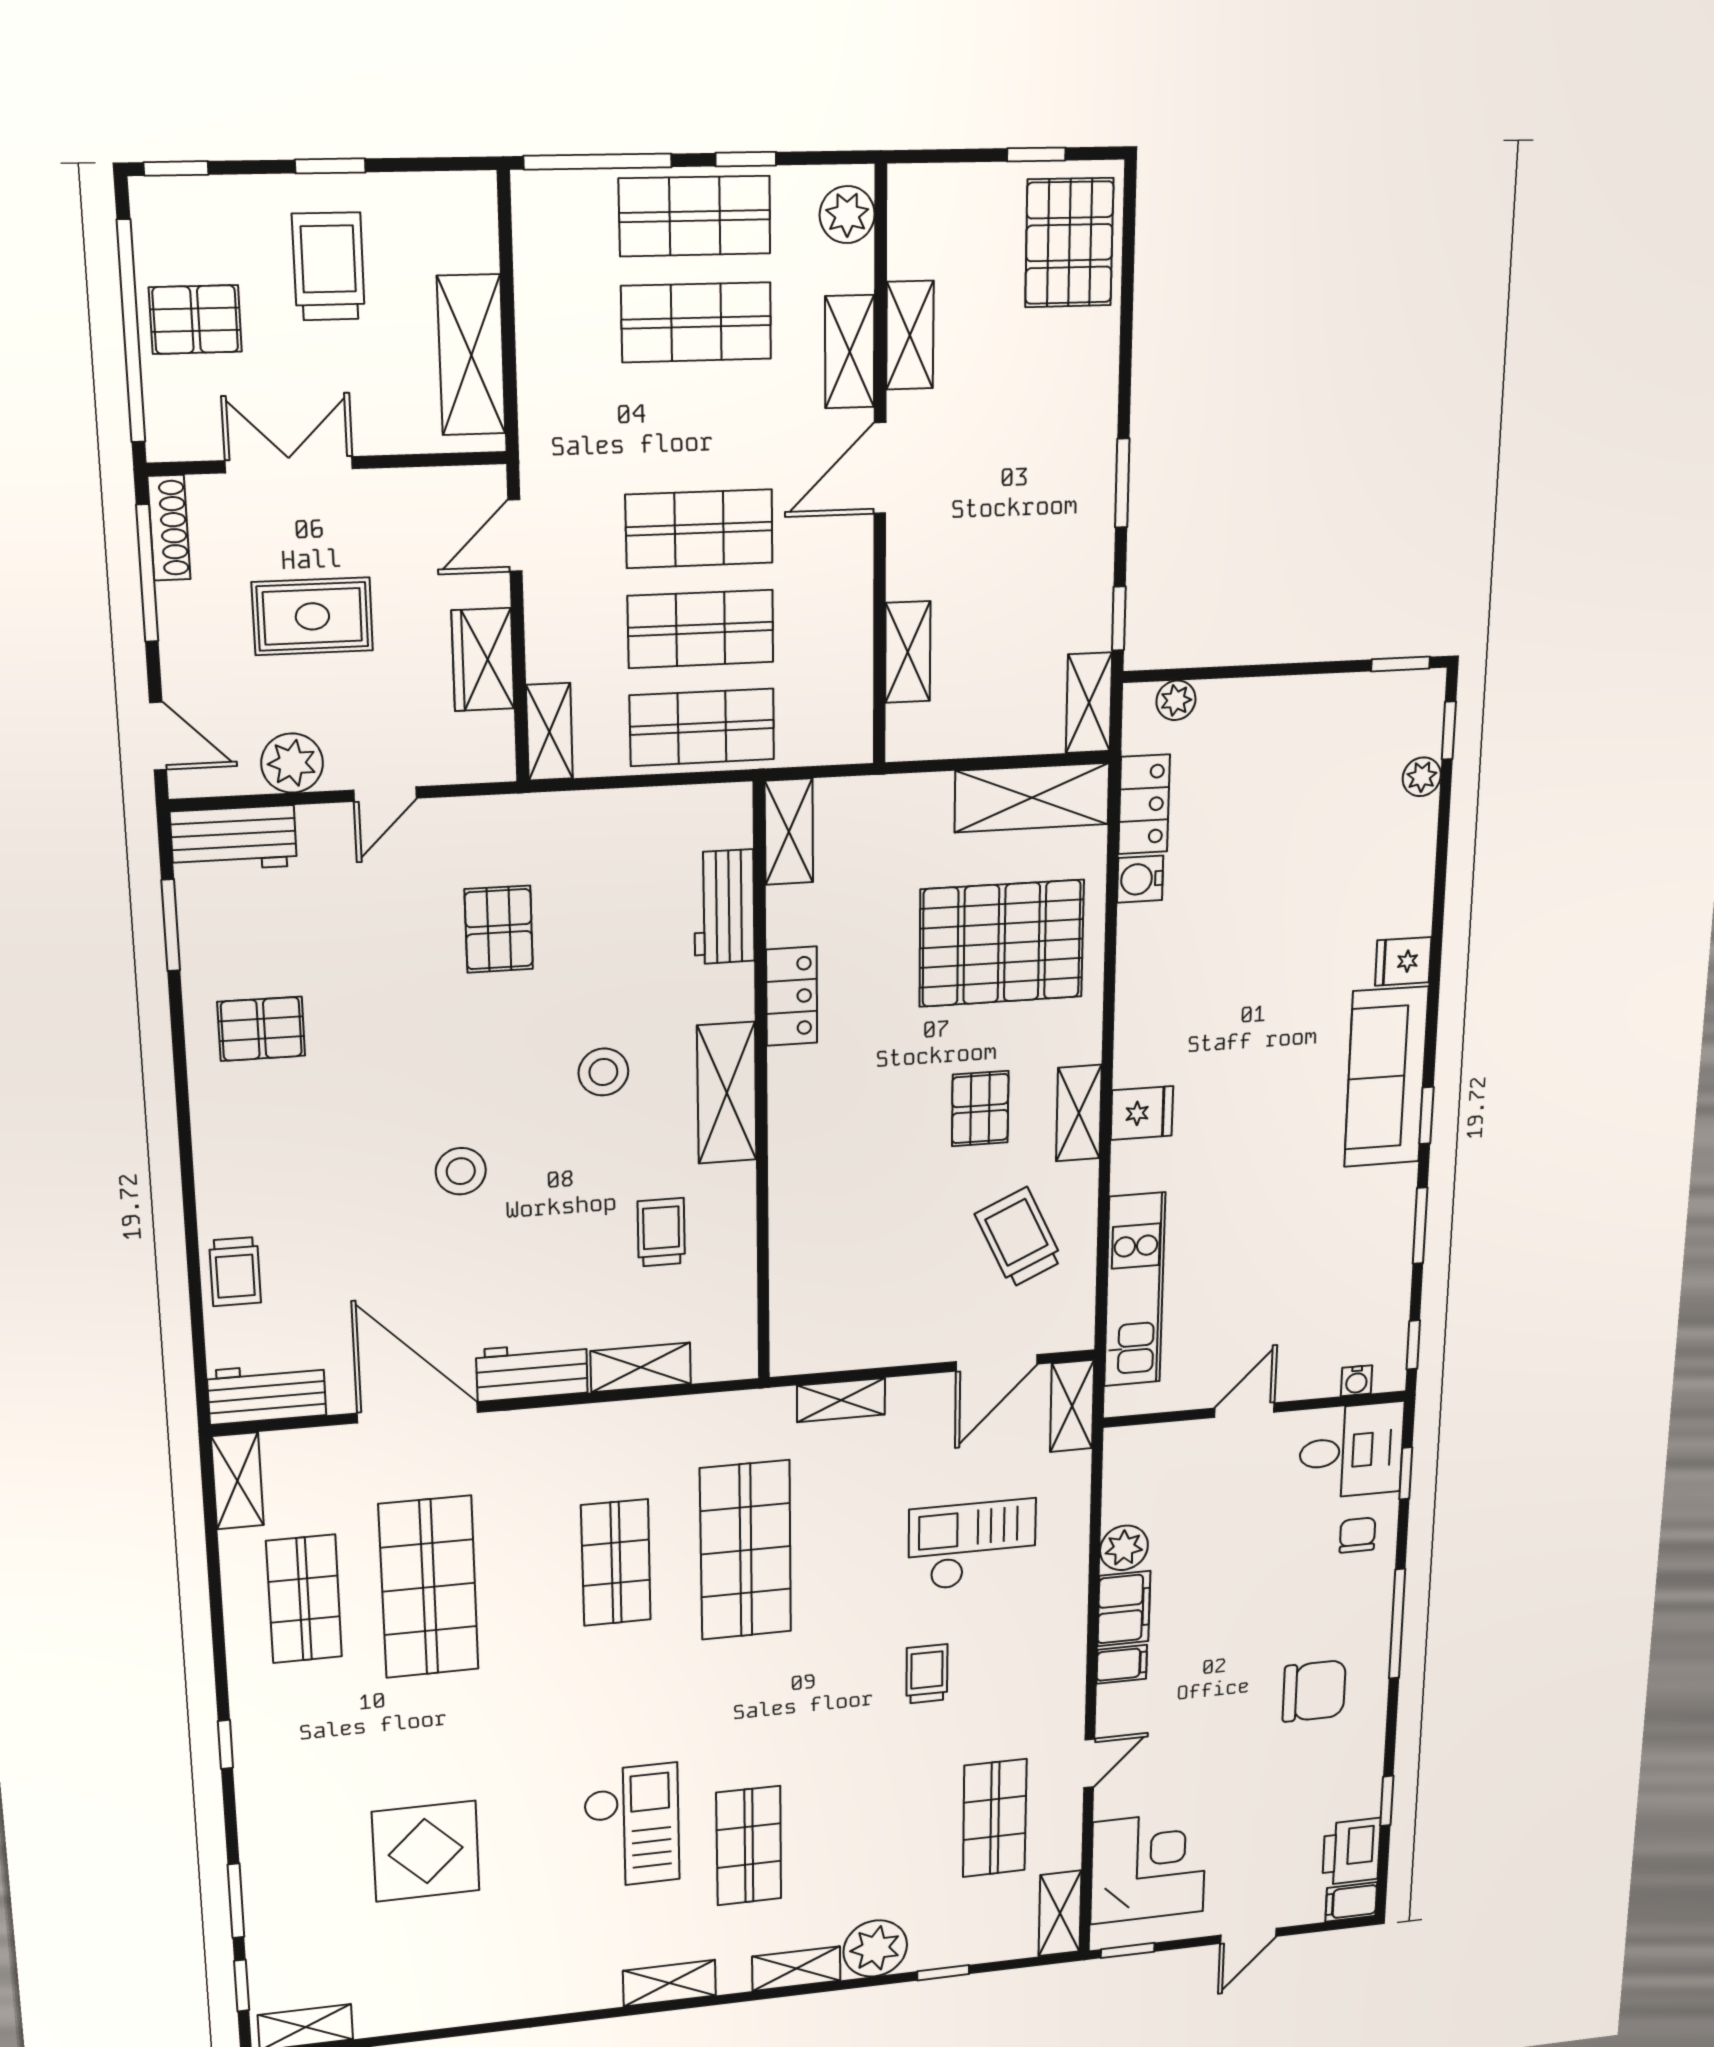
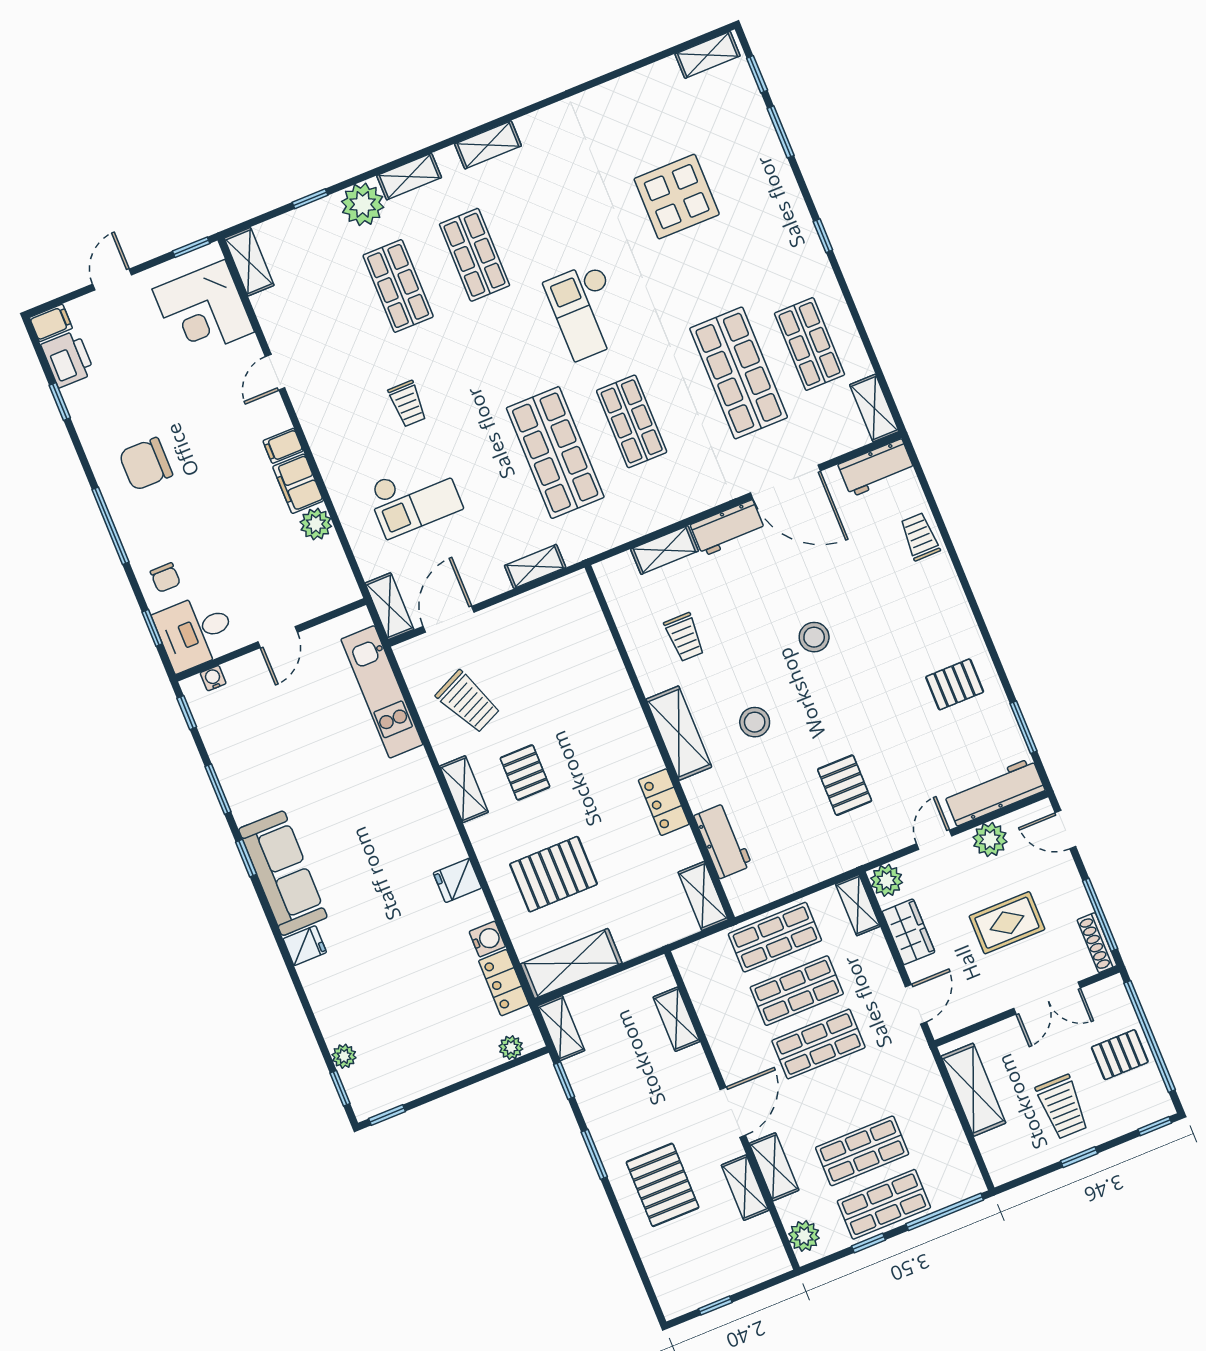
pallet: (1069, 243) -> (663, 1185), moved
plant: (488, 755) -> (887, 880), added
workbench: (234, 839) -> (994, 792), width x1.38
pallet: (1002, 943) -> (554, 874), width x0.73, depth x0.71
fridge: (1142, 1113) -> (457, 880), moved
shop shelf: (995, 1818) -> (398, 286), moved
checkout: (632, 1826) -> (587, 311), moved

